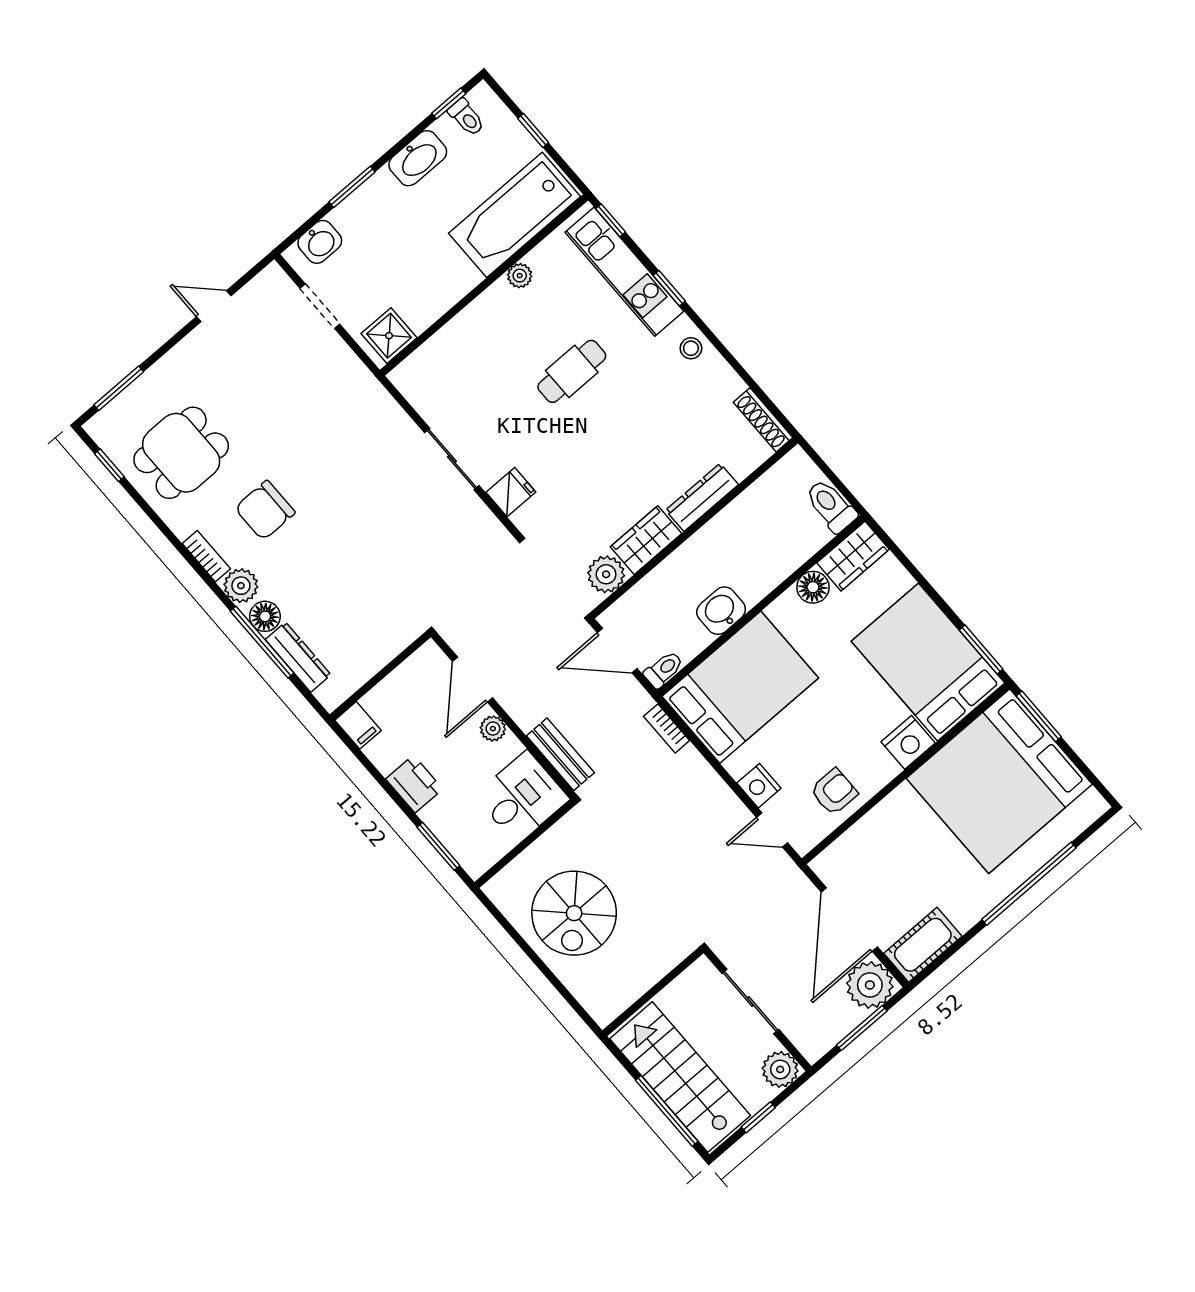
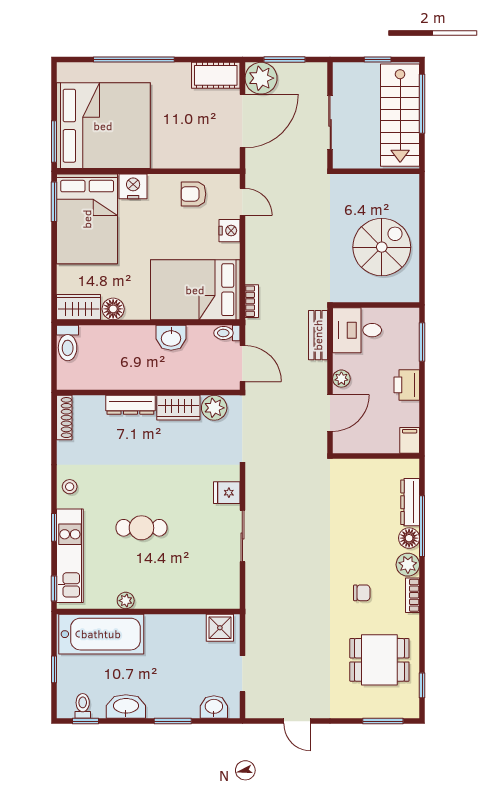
chair: (265, 510) -> (362, 593), width x0.54, depth x0.54
plant: (780, 1069) -> (345, 75), removed

